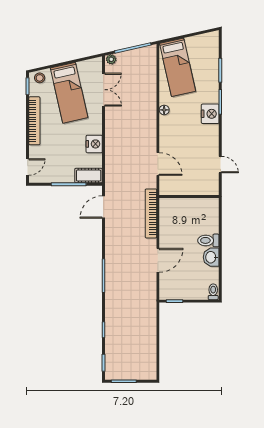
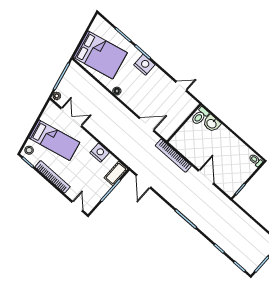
bed: (178, 67) -> (100, 55), width x1.50
toilet: (208, 240) -> (200, 116), moved
washbasin: (211, 257) -> (212, 123), moved

